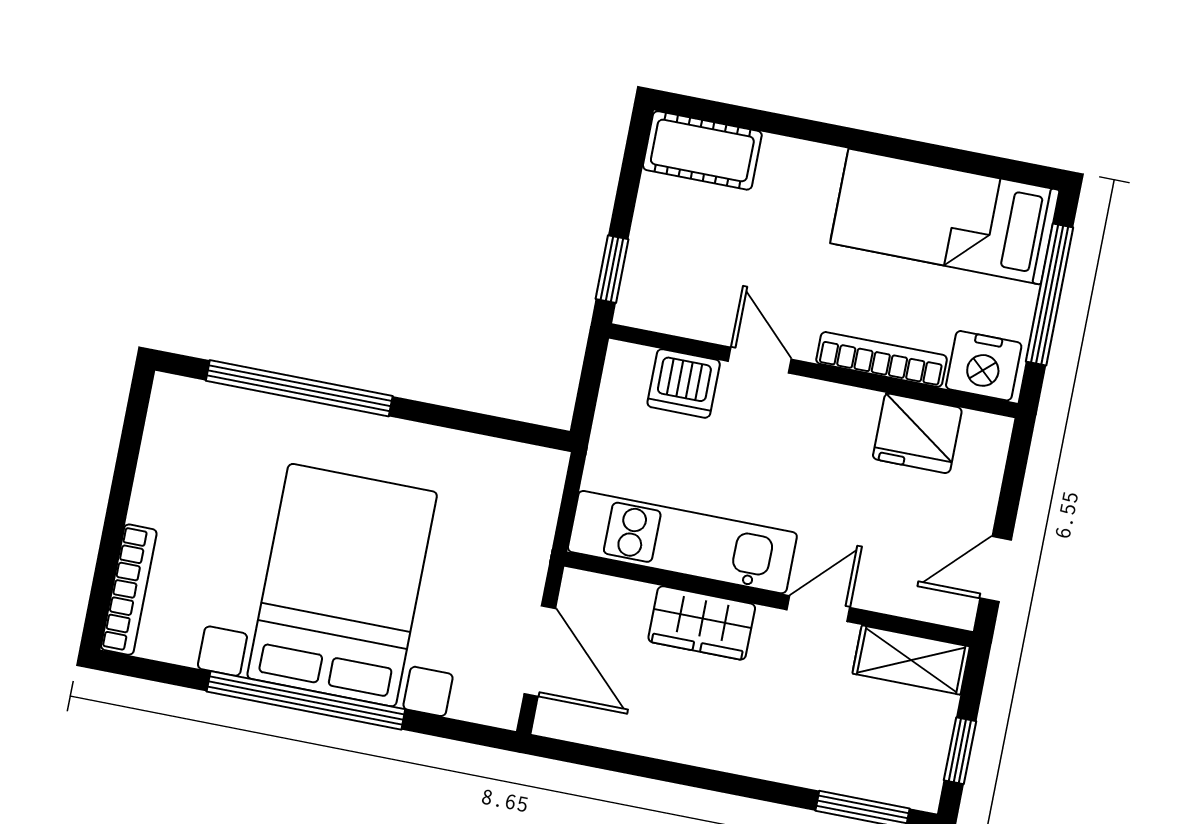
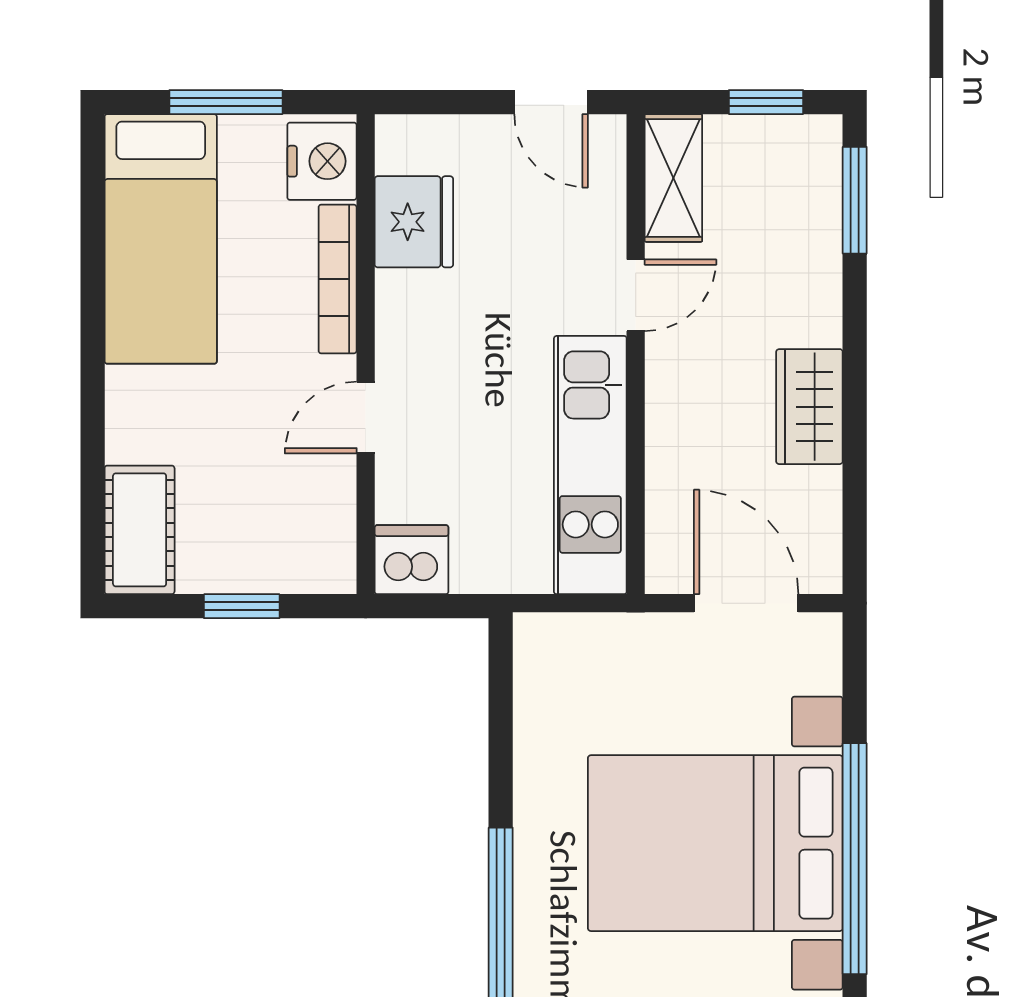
window: (612, 269) -> (242, 606), moved
window: (1050, 294) -> (226, 102), width x0.69
dishwasher: (684, 383) -> (412, 560), moved, turned -90
door: (818, 609) -> (636, 295), swing flipped
wardrobe: (702, 623) -> (809, 407), moved, turned 180
door: (540, 651) -> (746, 603), hinge flipped

